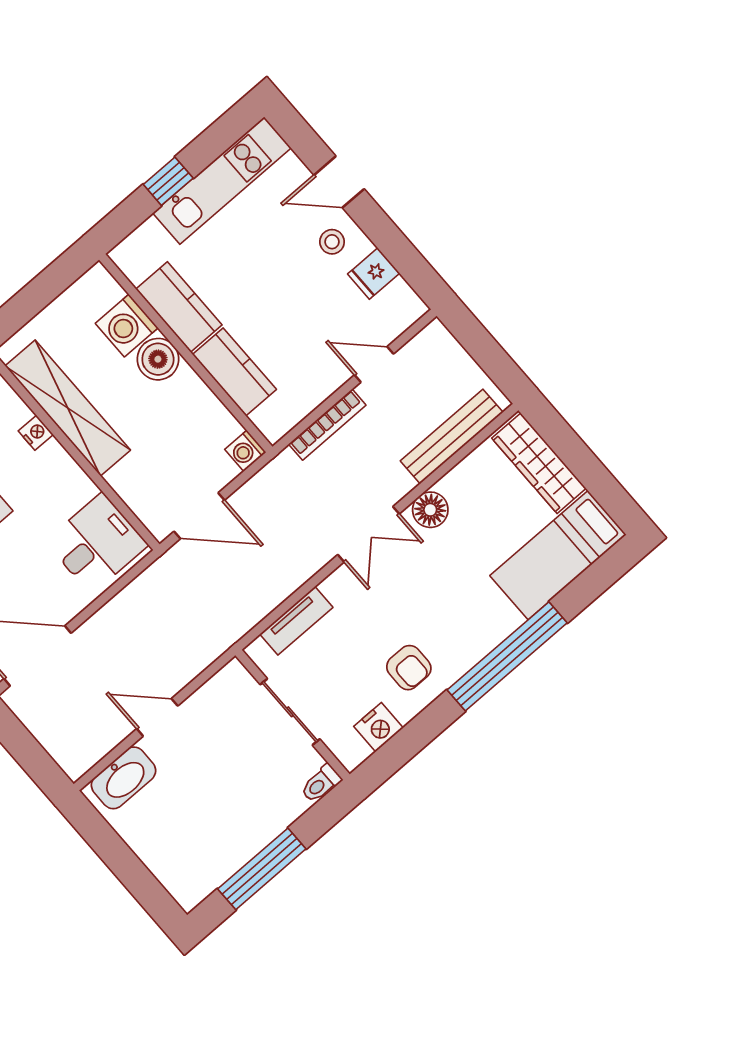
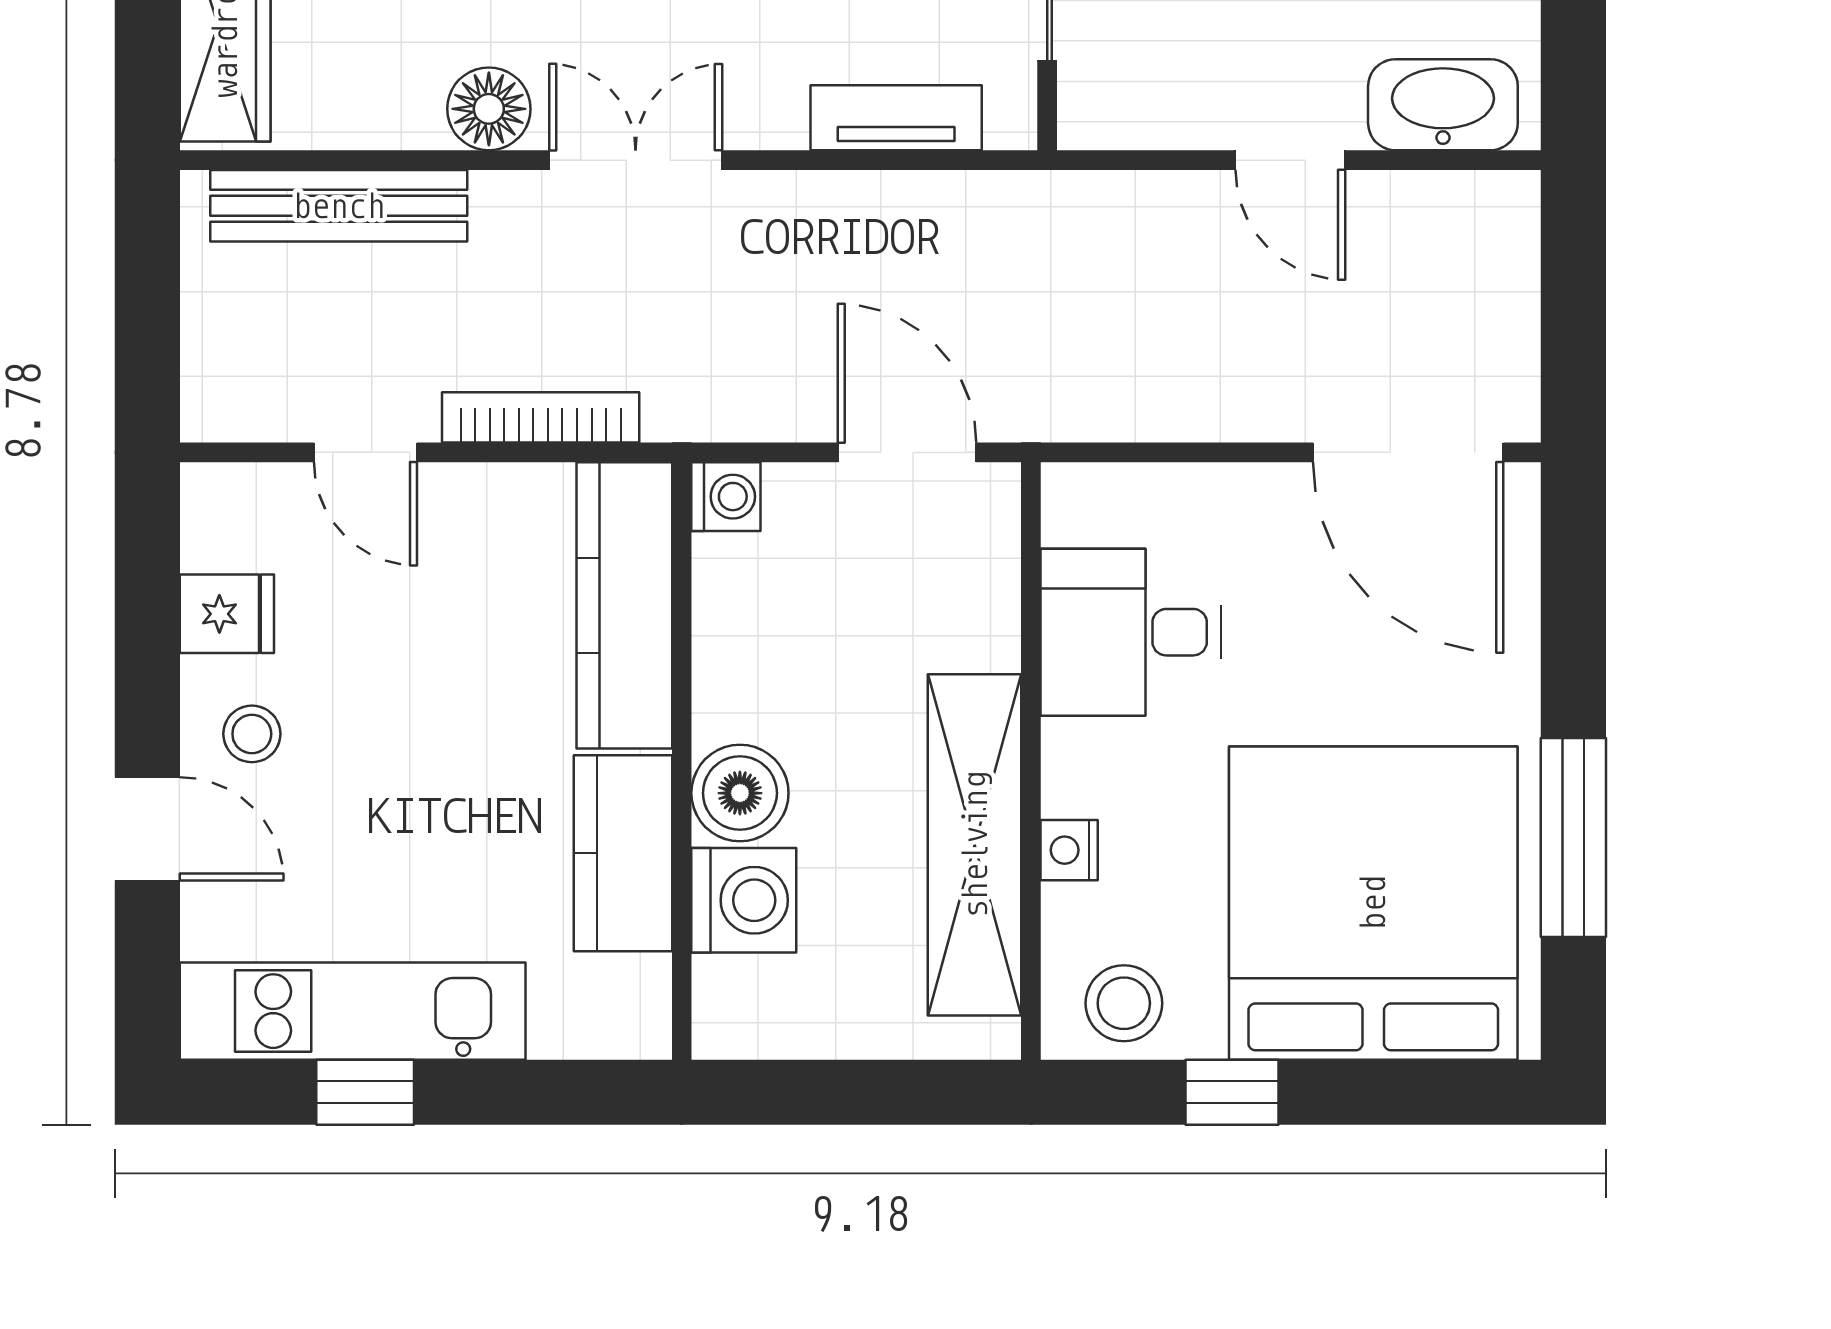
window: (168, 181) -> (365, 1092), moved
kitchen counter: (234, 372) -> (624, 605), width x1.50
desk: (97, 543) -> (1131, 632), moved

